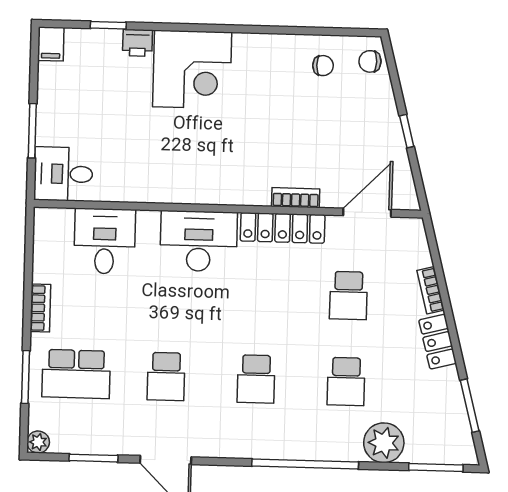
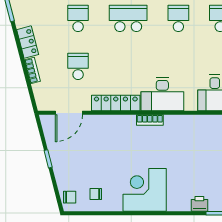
corner desk: (192, 70) -> (145, 190), moved
bookcase: (296, 198) -> (150, 120), moved
school desk: (256, 379) -> (128, 18), width x1.85

